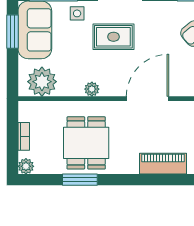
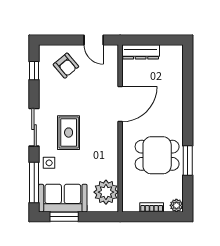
plant: (92, 89) -> (112, 151), removed
door: (148, 99) -> (120, 104), swing flipped
piano: (163, 164) -> (174, 91), removed

